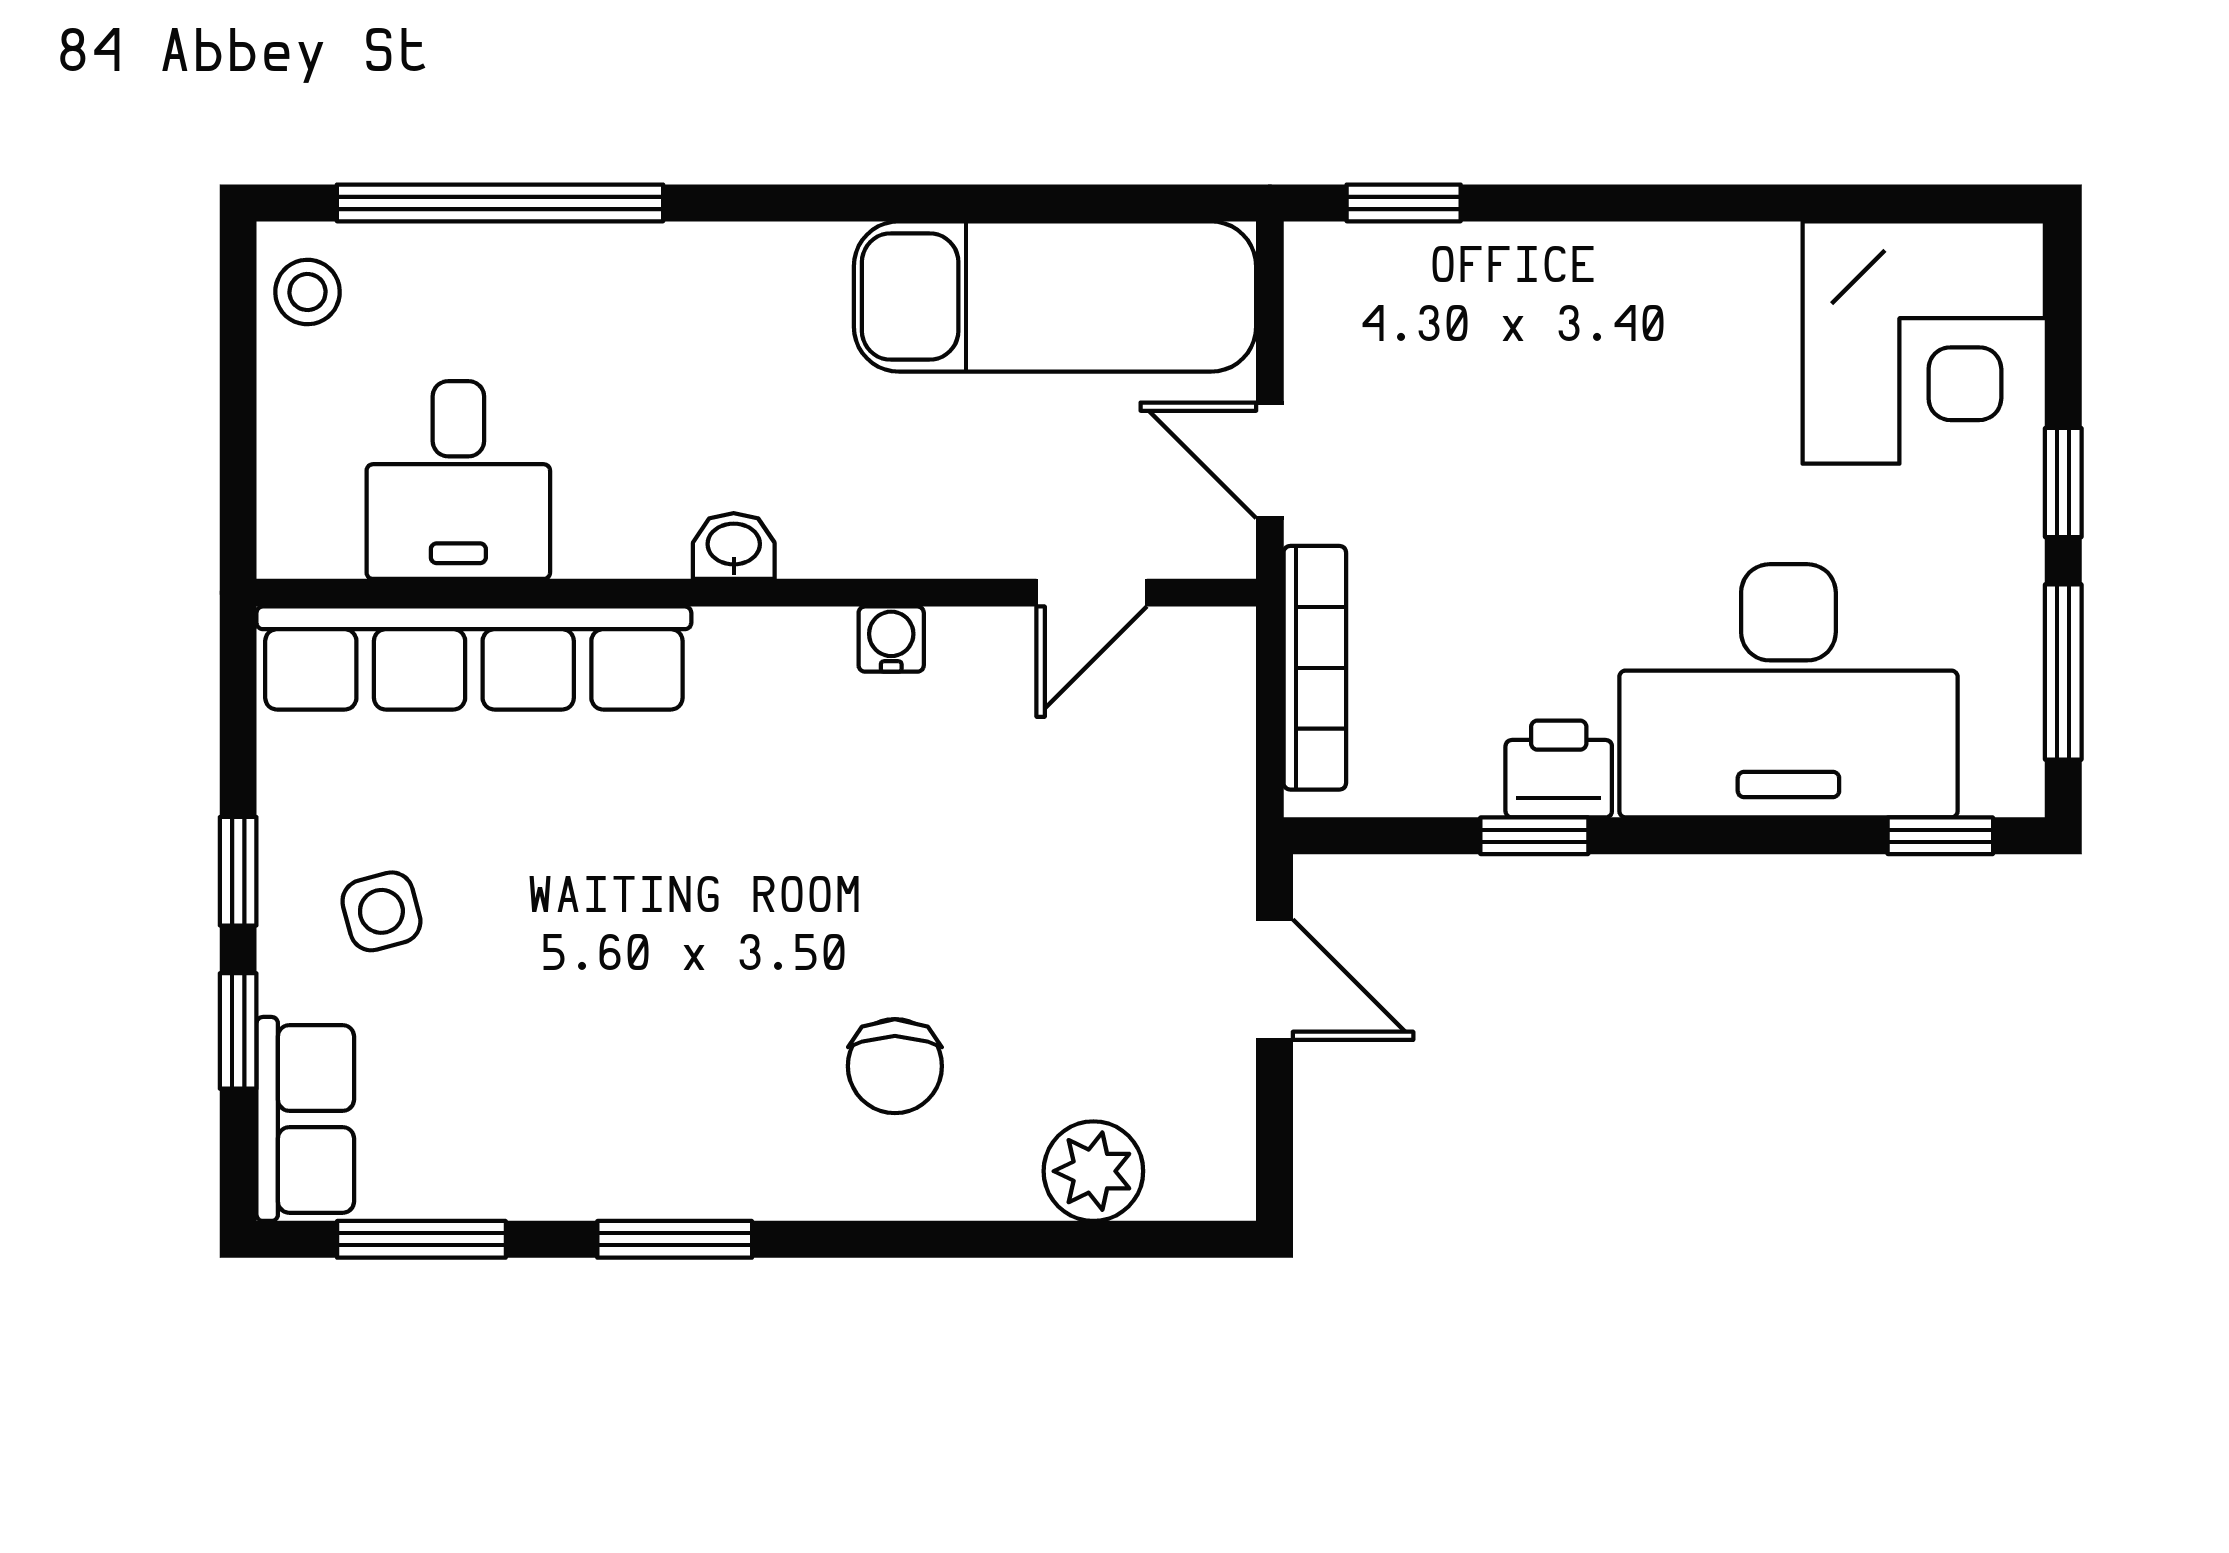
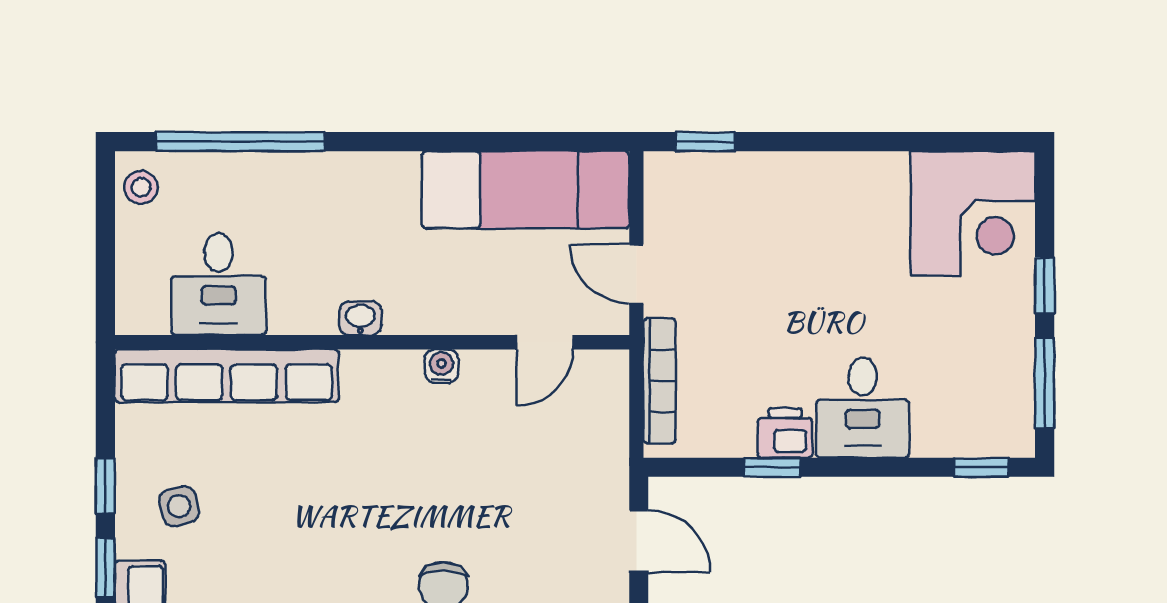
desk: (1788, 691) -> (863, 408), width x0.53, depth x0.77

